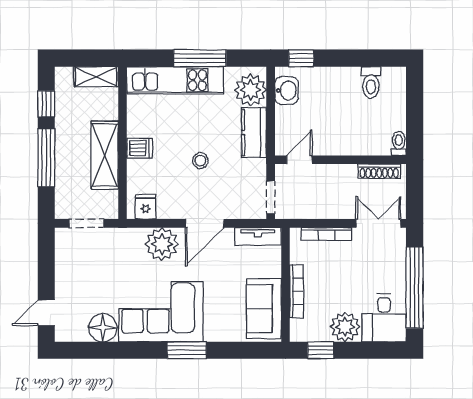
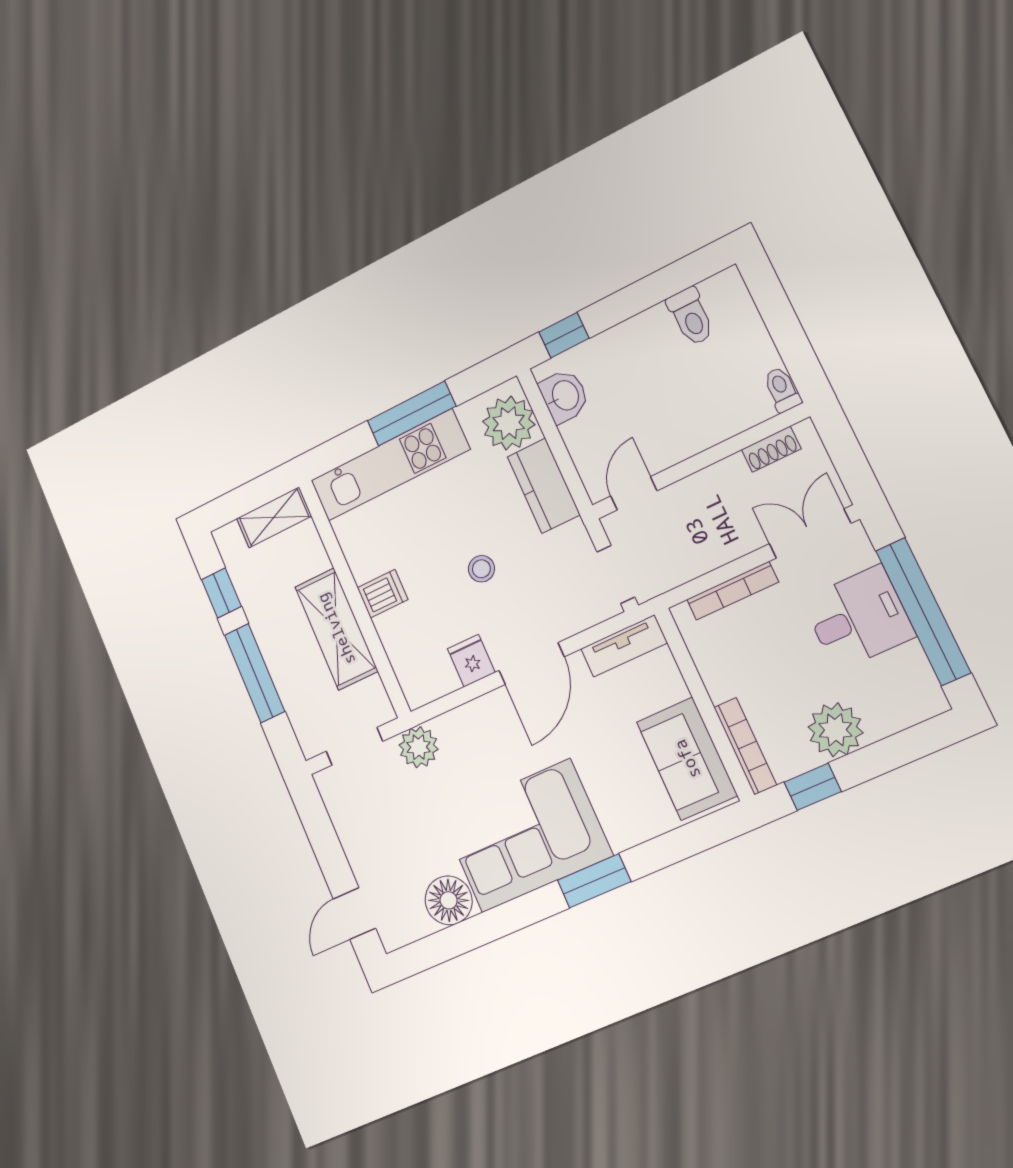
shoe rack: (379, 171) -> (771, 449), width x0.70
fridge: (146, 207) -> (471, 661), moved
plant: (162, 244) -> (419, 747), moved, width x0.73, depth x0.73
bookcase: (297, 291) -> (745, 746), moved
desk: (384, 318) -> (858, 618), moved, turned -90

